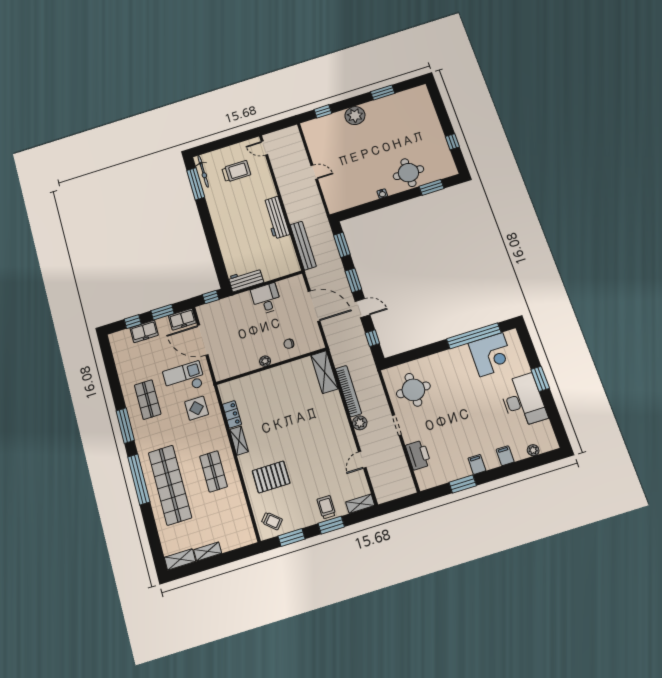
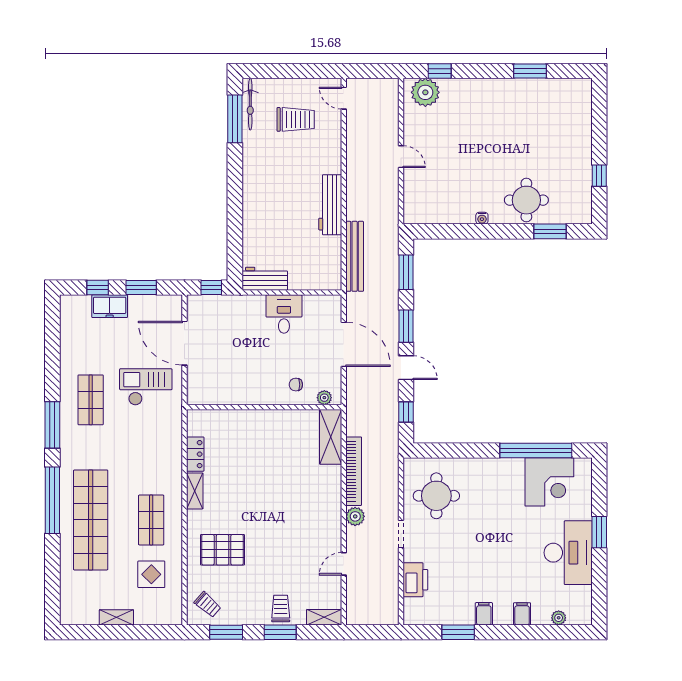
plant: (355, 116) -> (425, 92), moved
freezer: (182, 319) -> (165, 306), removed
plant: (265, 361) -> (324, 398), moved
display table: (196, 408) -> (151, 574), moved
shelving: (180, 559) -> (79, 616), removed

